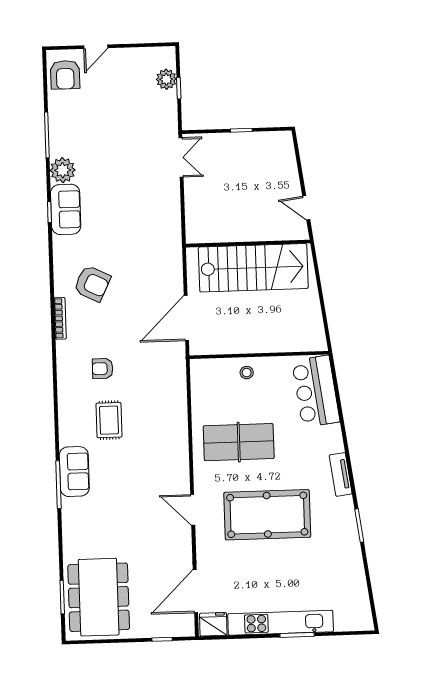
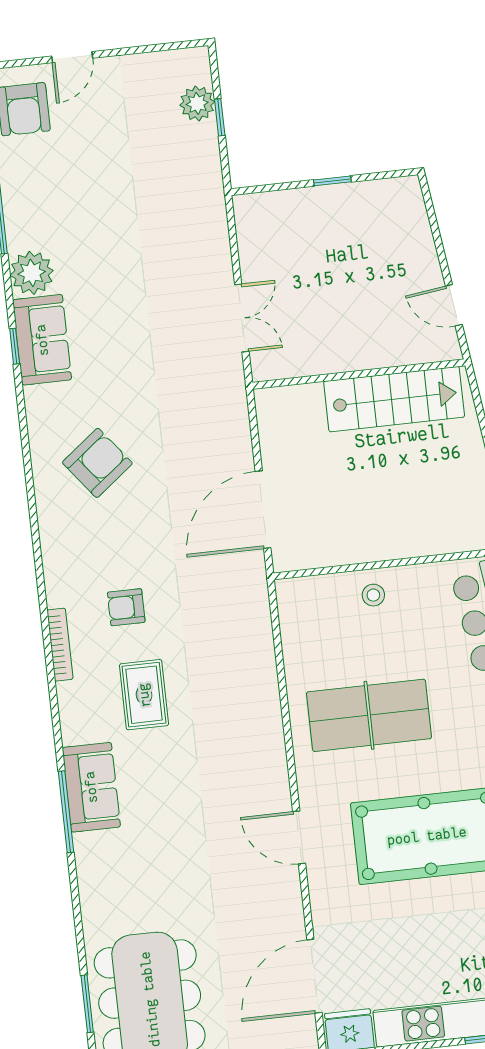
double door: (181, 157) -> (242, 318), moved
stairs: (253, 268) -> (394, 399), width x0.73, depth x0.66
armchair: (92, 283) -> (97, 463), turned -64
bookcase: (60, 318) -> (60, 645), moved

